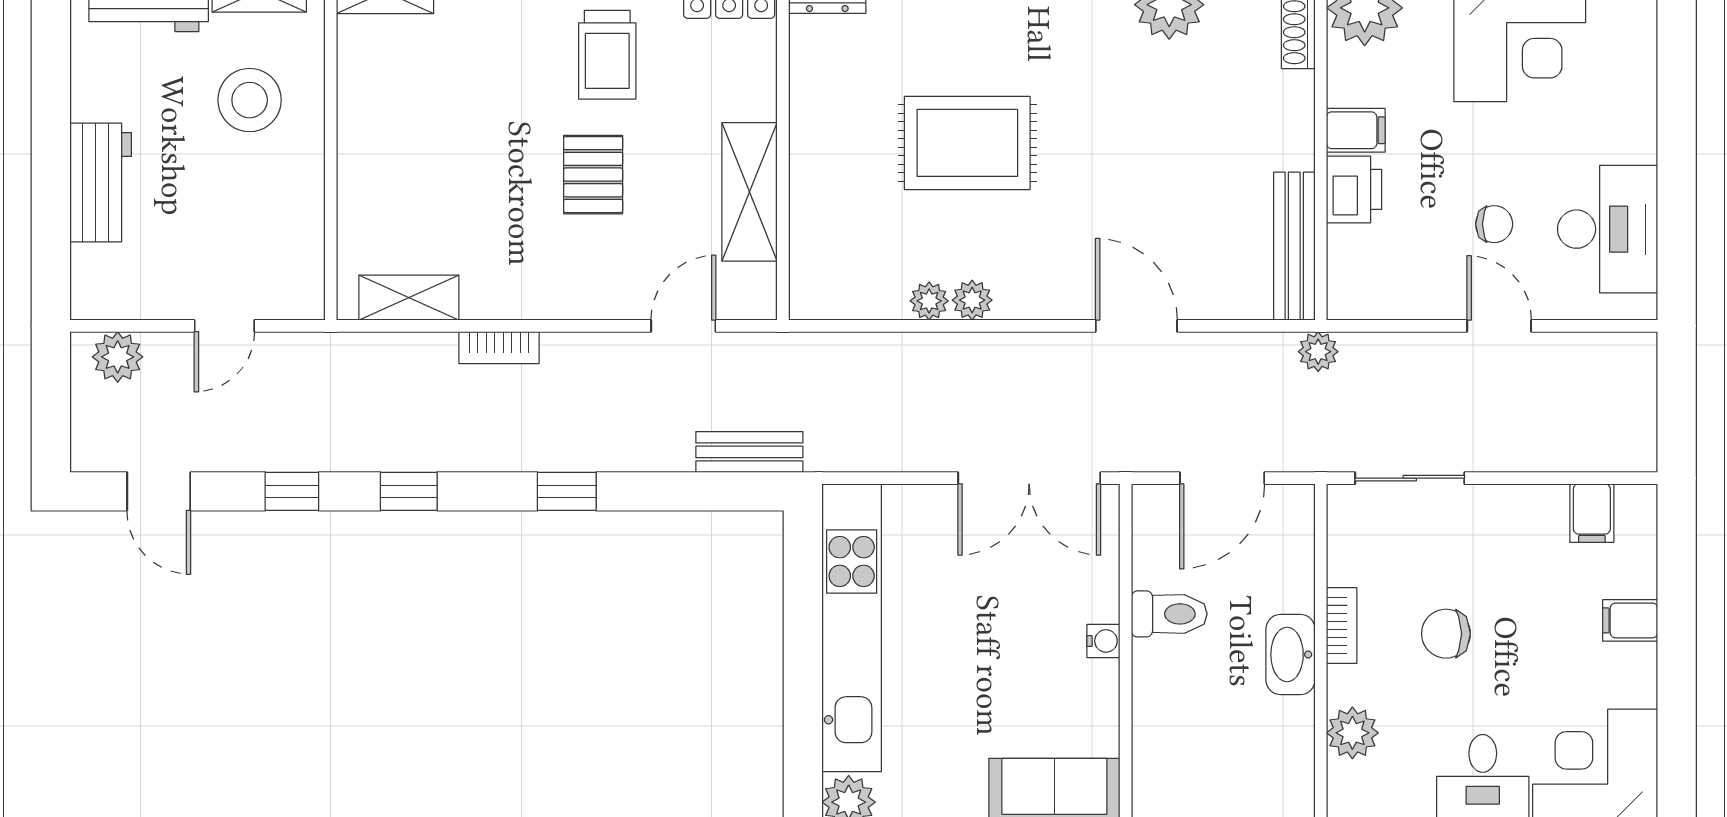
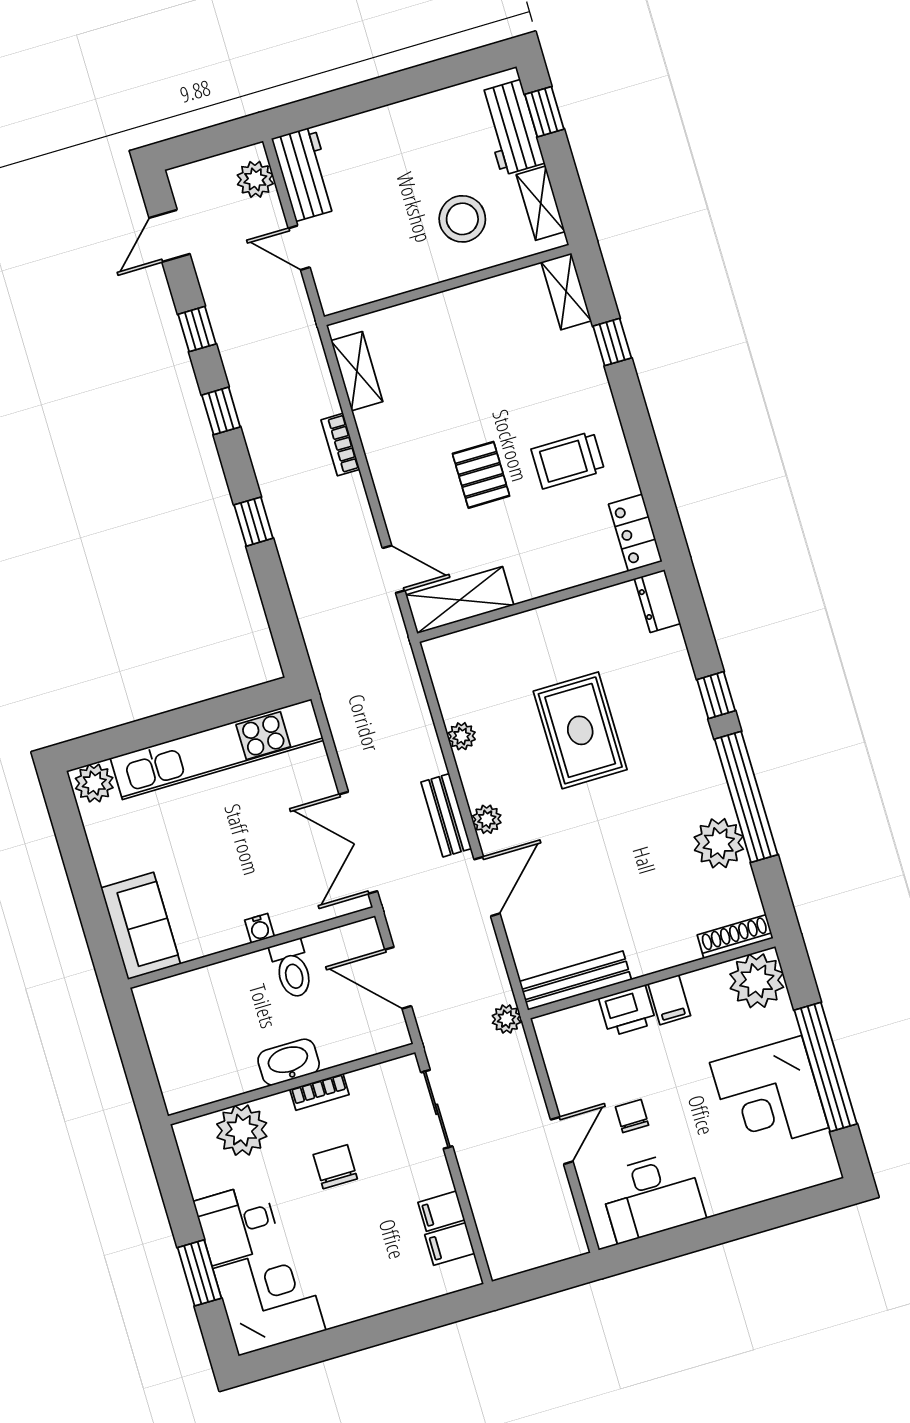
pallet: (593, 175) -> (481, 475), turned 90
workbench: (101, 182) -> (305, 174), moved, turned -90
shelving: (750, 192) -> (460, 600), moved
chair: (1494, 224) -> (632, 1116), turned 180
plant: (972, 300) -> (487, 819), moved
bench: (749, 452) -> (446, 815), moved
filing cabinet: (1630, 620) -> (441, 1211), moved, turned -90
plant: (1352, 733) -> (242, 1130), width x1.36, depth x1.36

